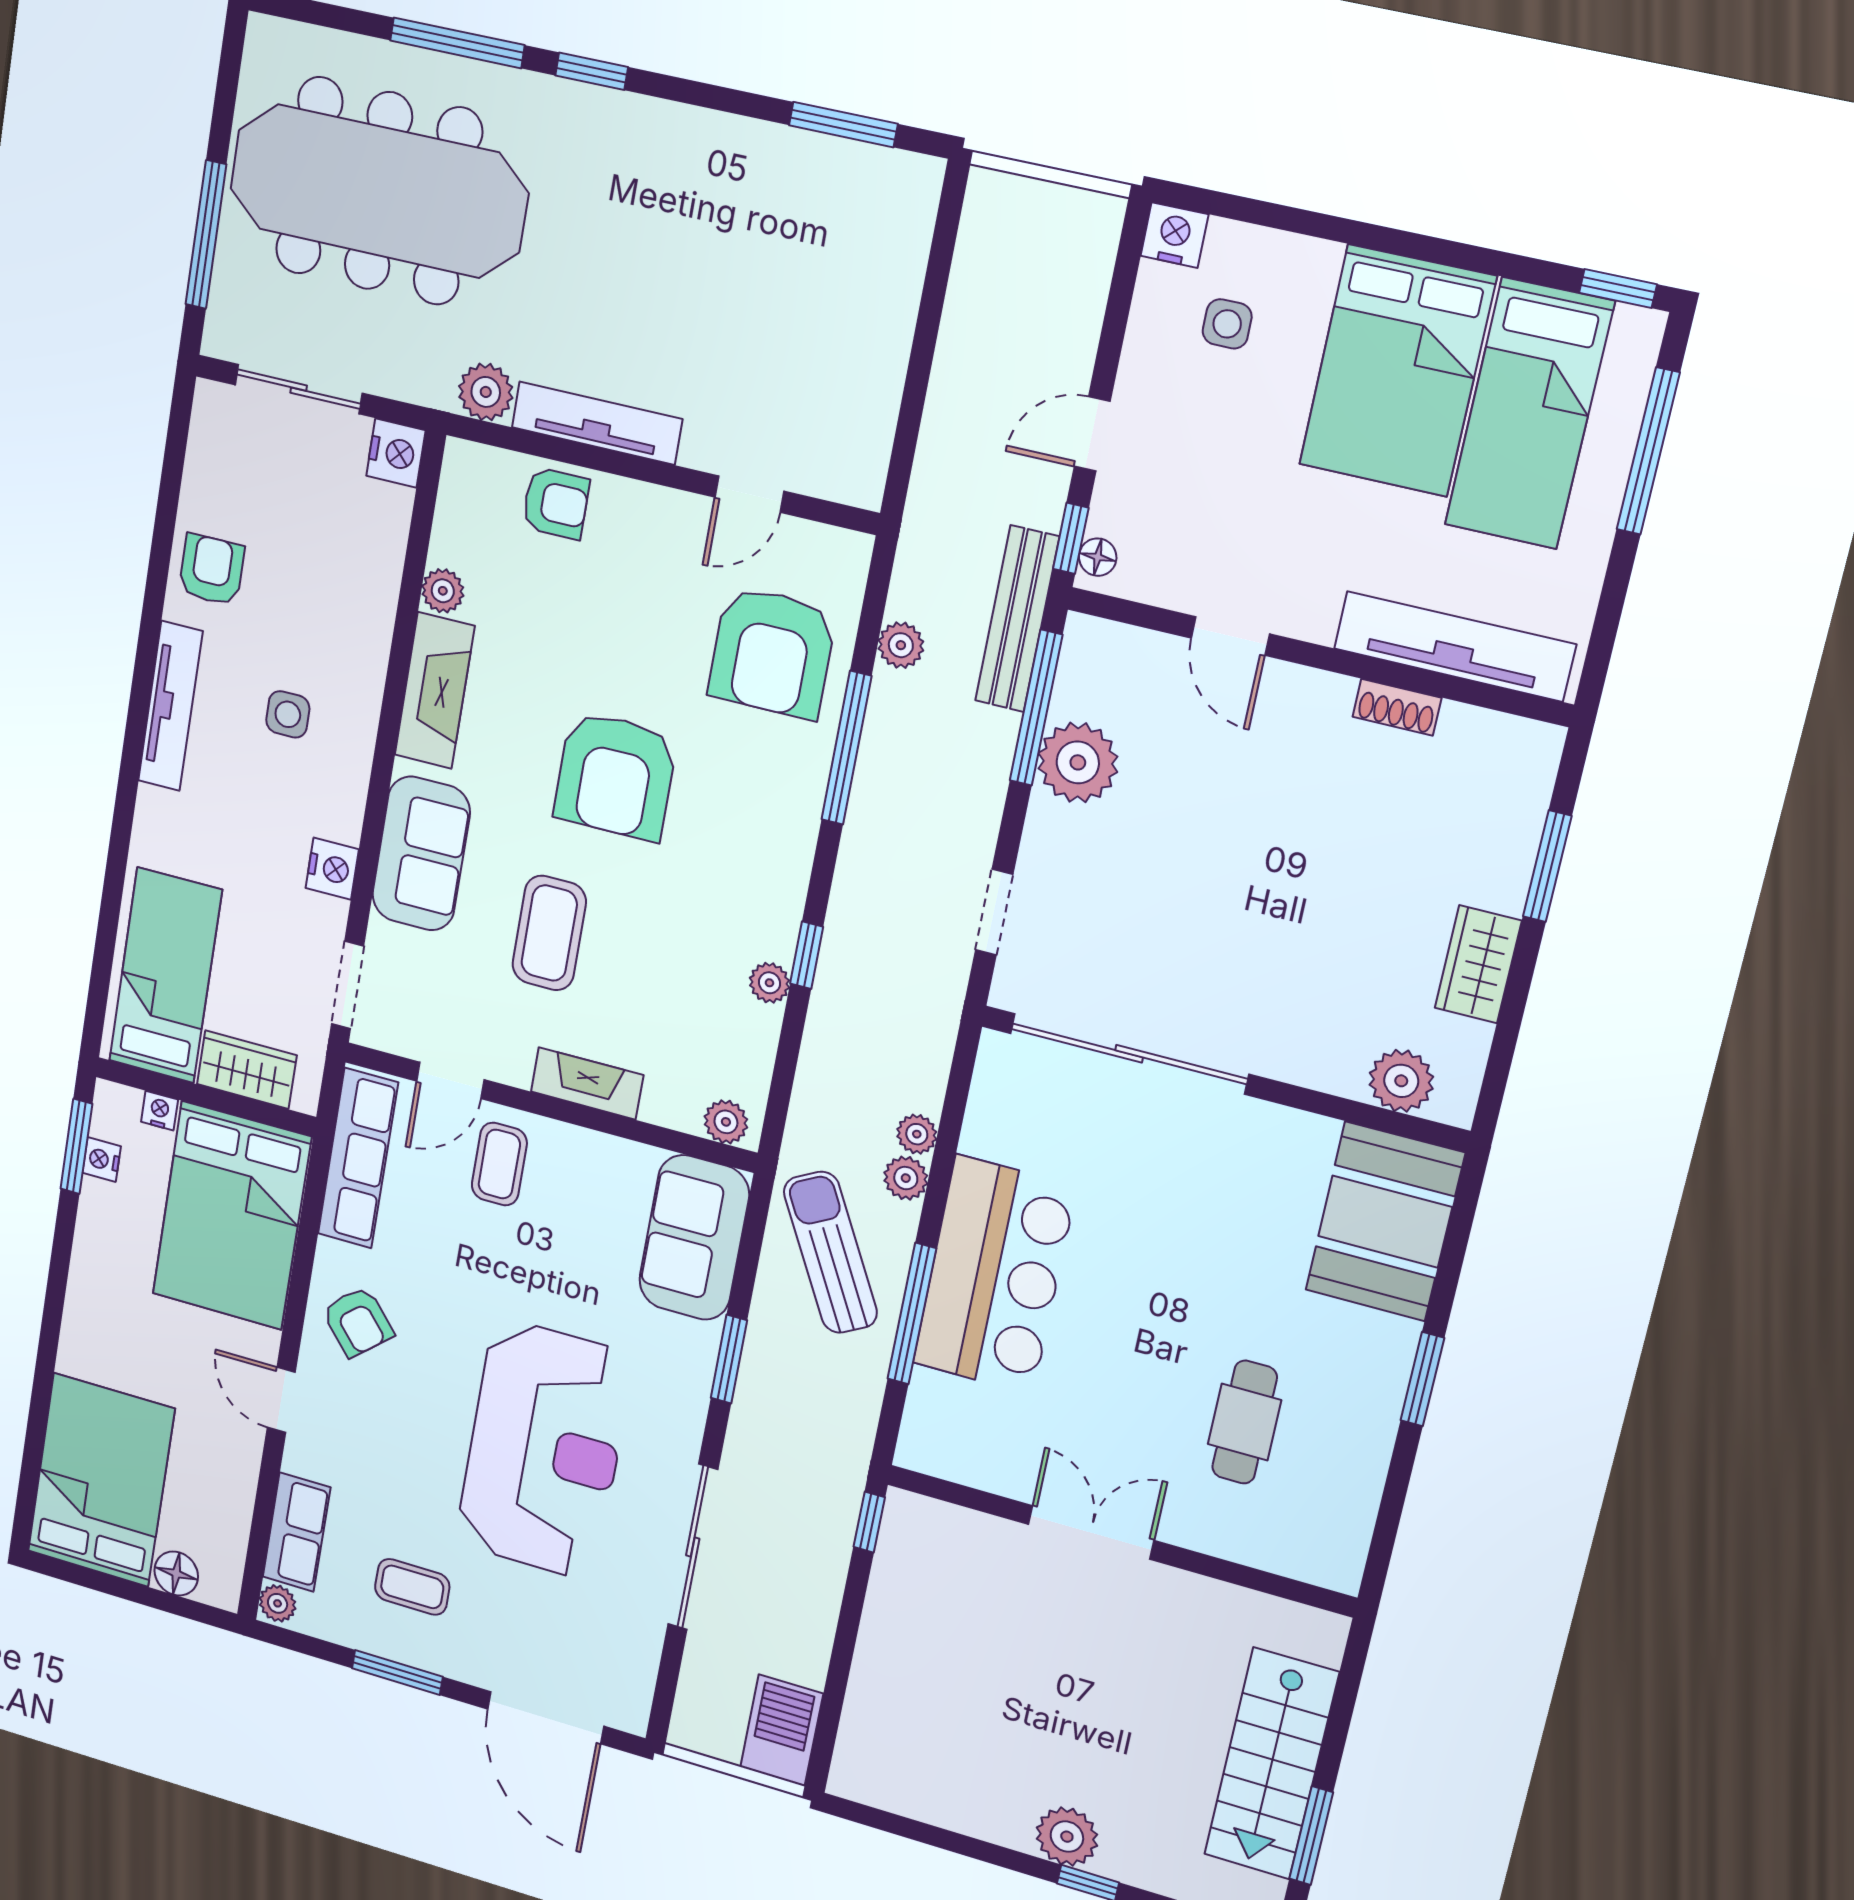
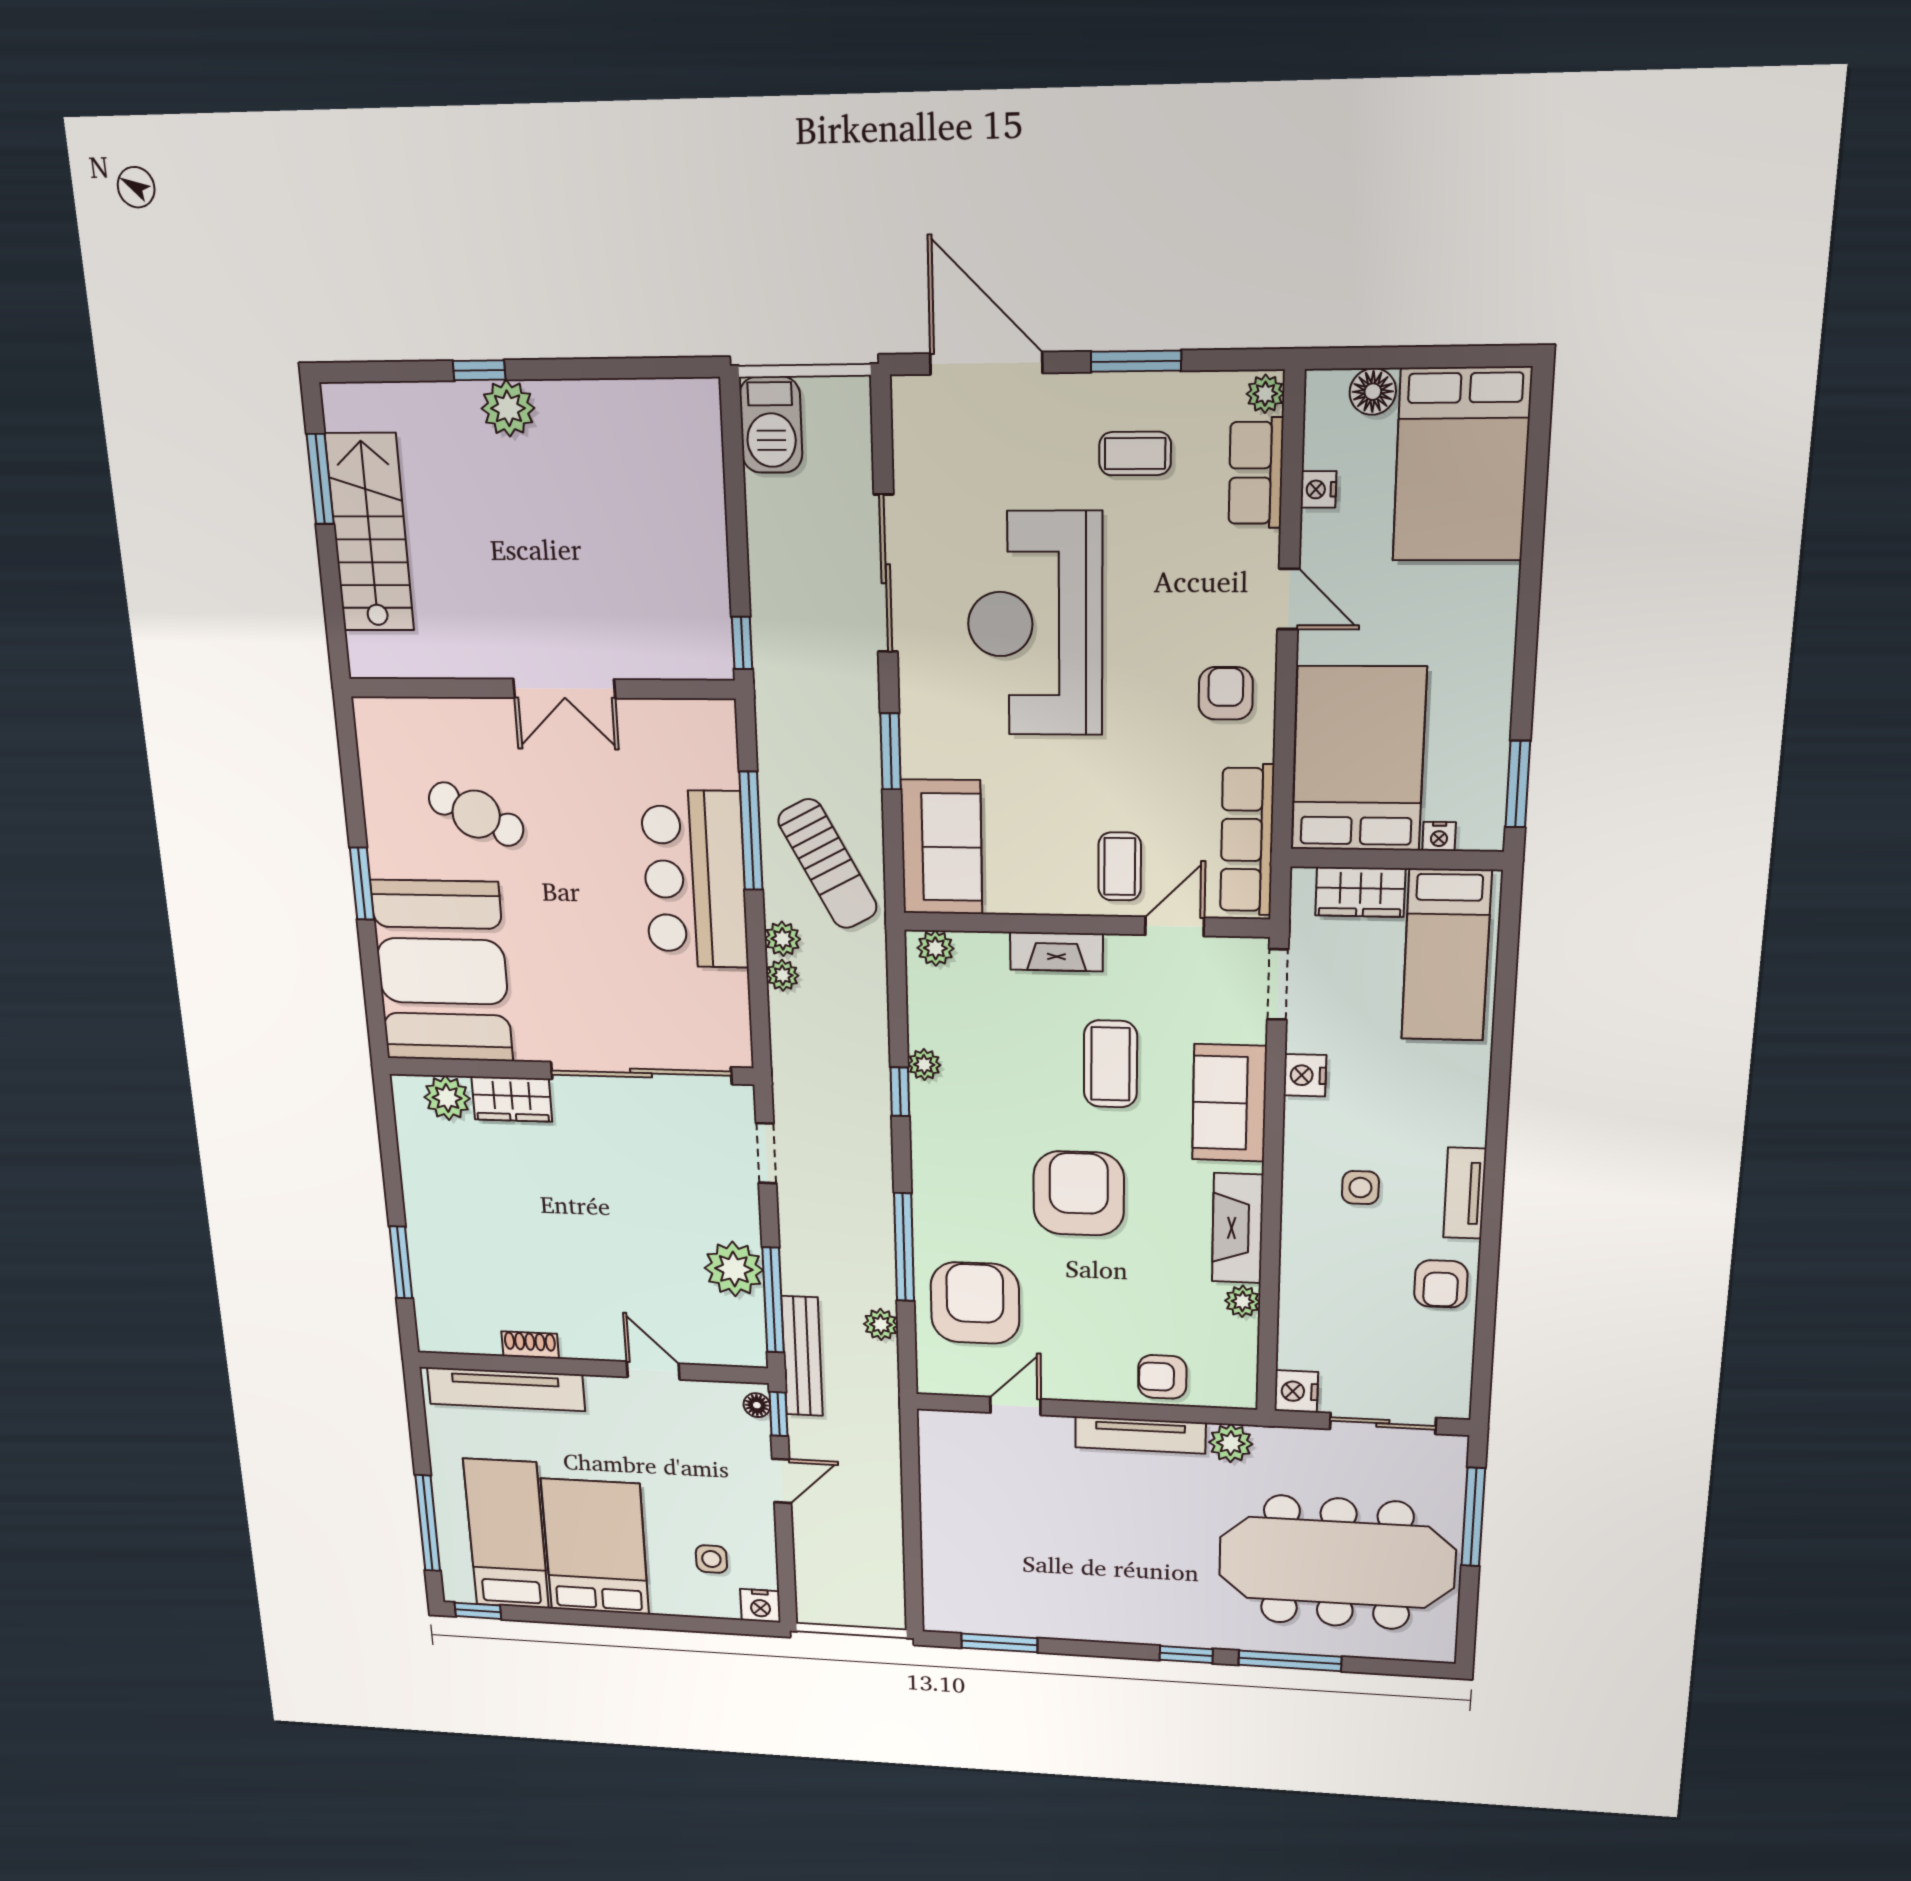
tv unit: (170, 706) -> (1465, 1193), width x0.71
wardrobe: (1478, 964) -> (512, 1099), moved, turned 90
nightstand: (102, 1160) -> (1319, 489), moved, turned 180
booth: (1385, 1222) -> (442, 971), width x1.36, depth x1.42
armchair: (358, 1322) -> (1226, 693), turned 41
cafe table: (1245, 1422) -> (476, 814), turned -64

